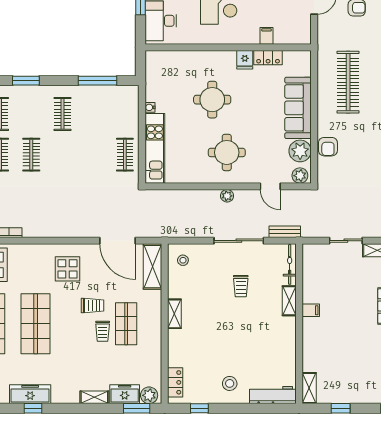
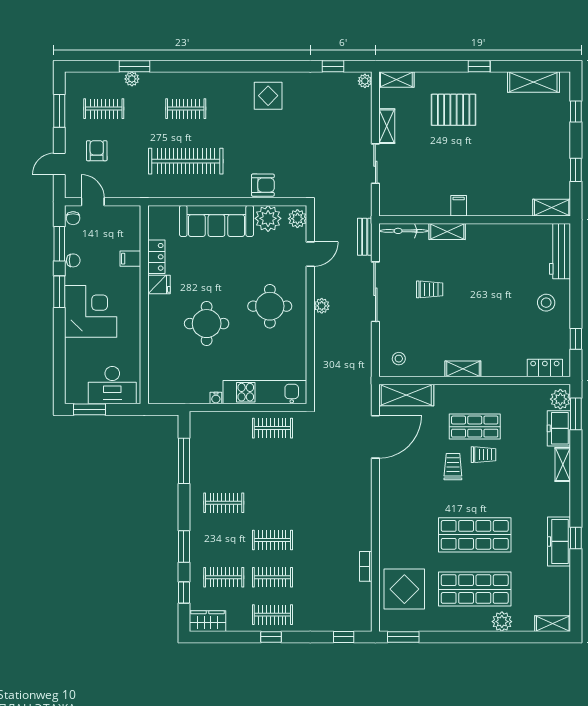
display table: (67, 269) -> (409, 497), removed

